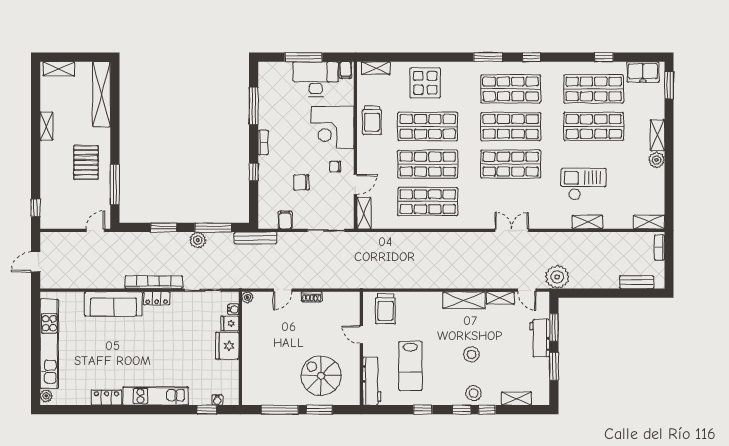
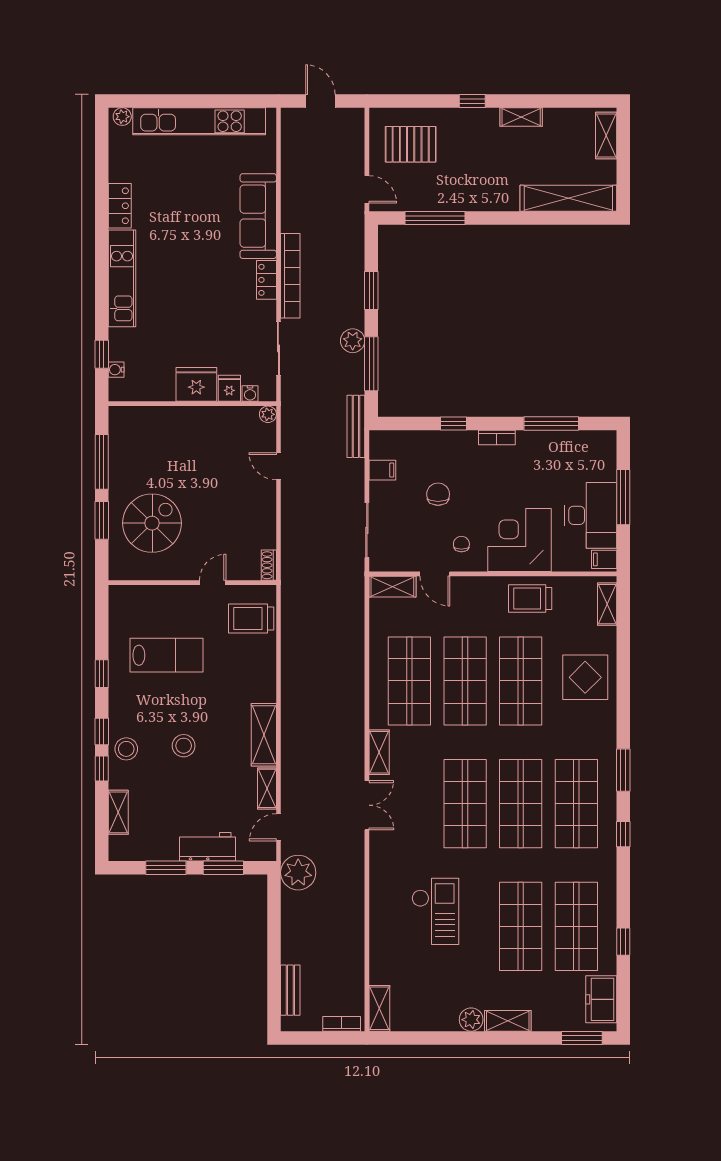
pallet: (86, 162) -> (411, 144), moved
window: (36, 208) -> (472, 101), moved
shelving: (587, 222) -> (379, 752), moved
shoe rack: (312, 297) -> (269, 565), moved
lab bench: (410, 366) -> (167, 655), turned 180
workbench: (372, 381) -> (144, 598), removed

